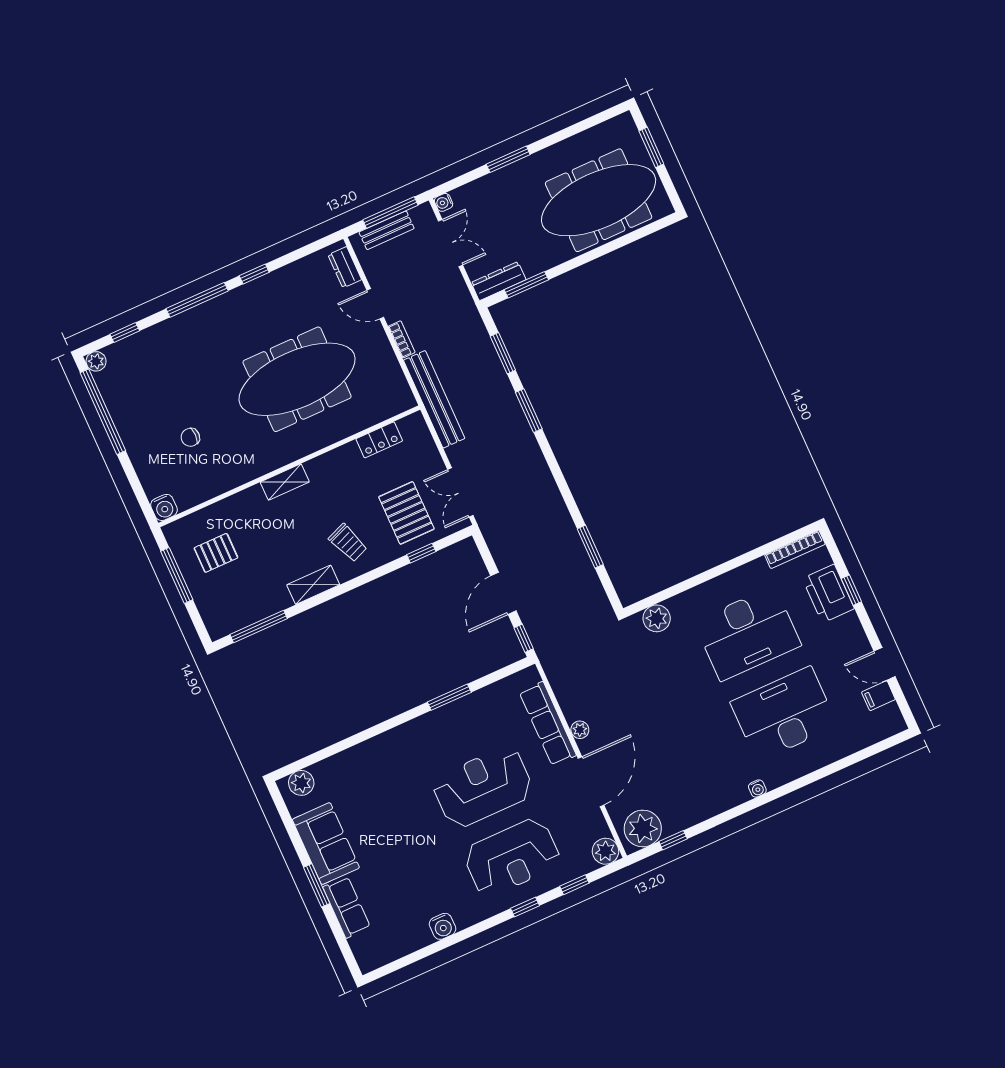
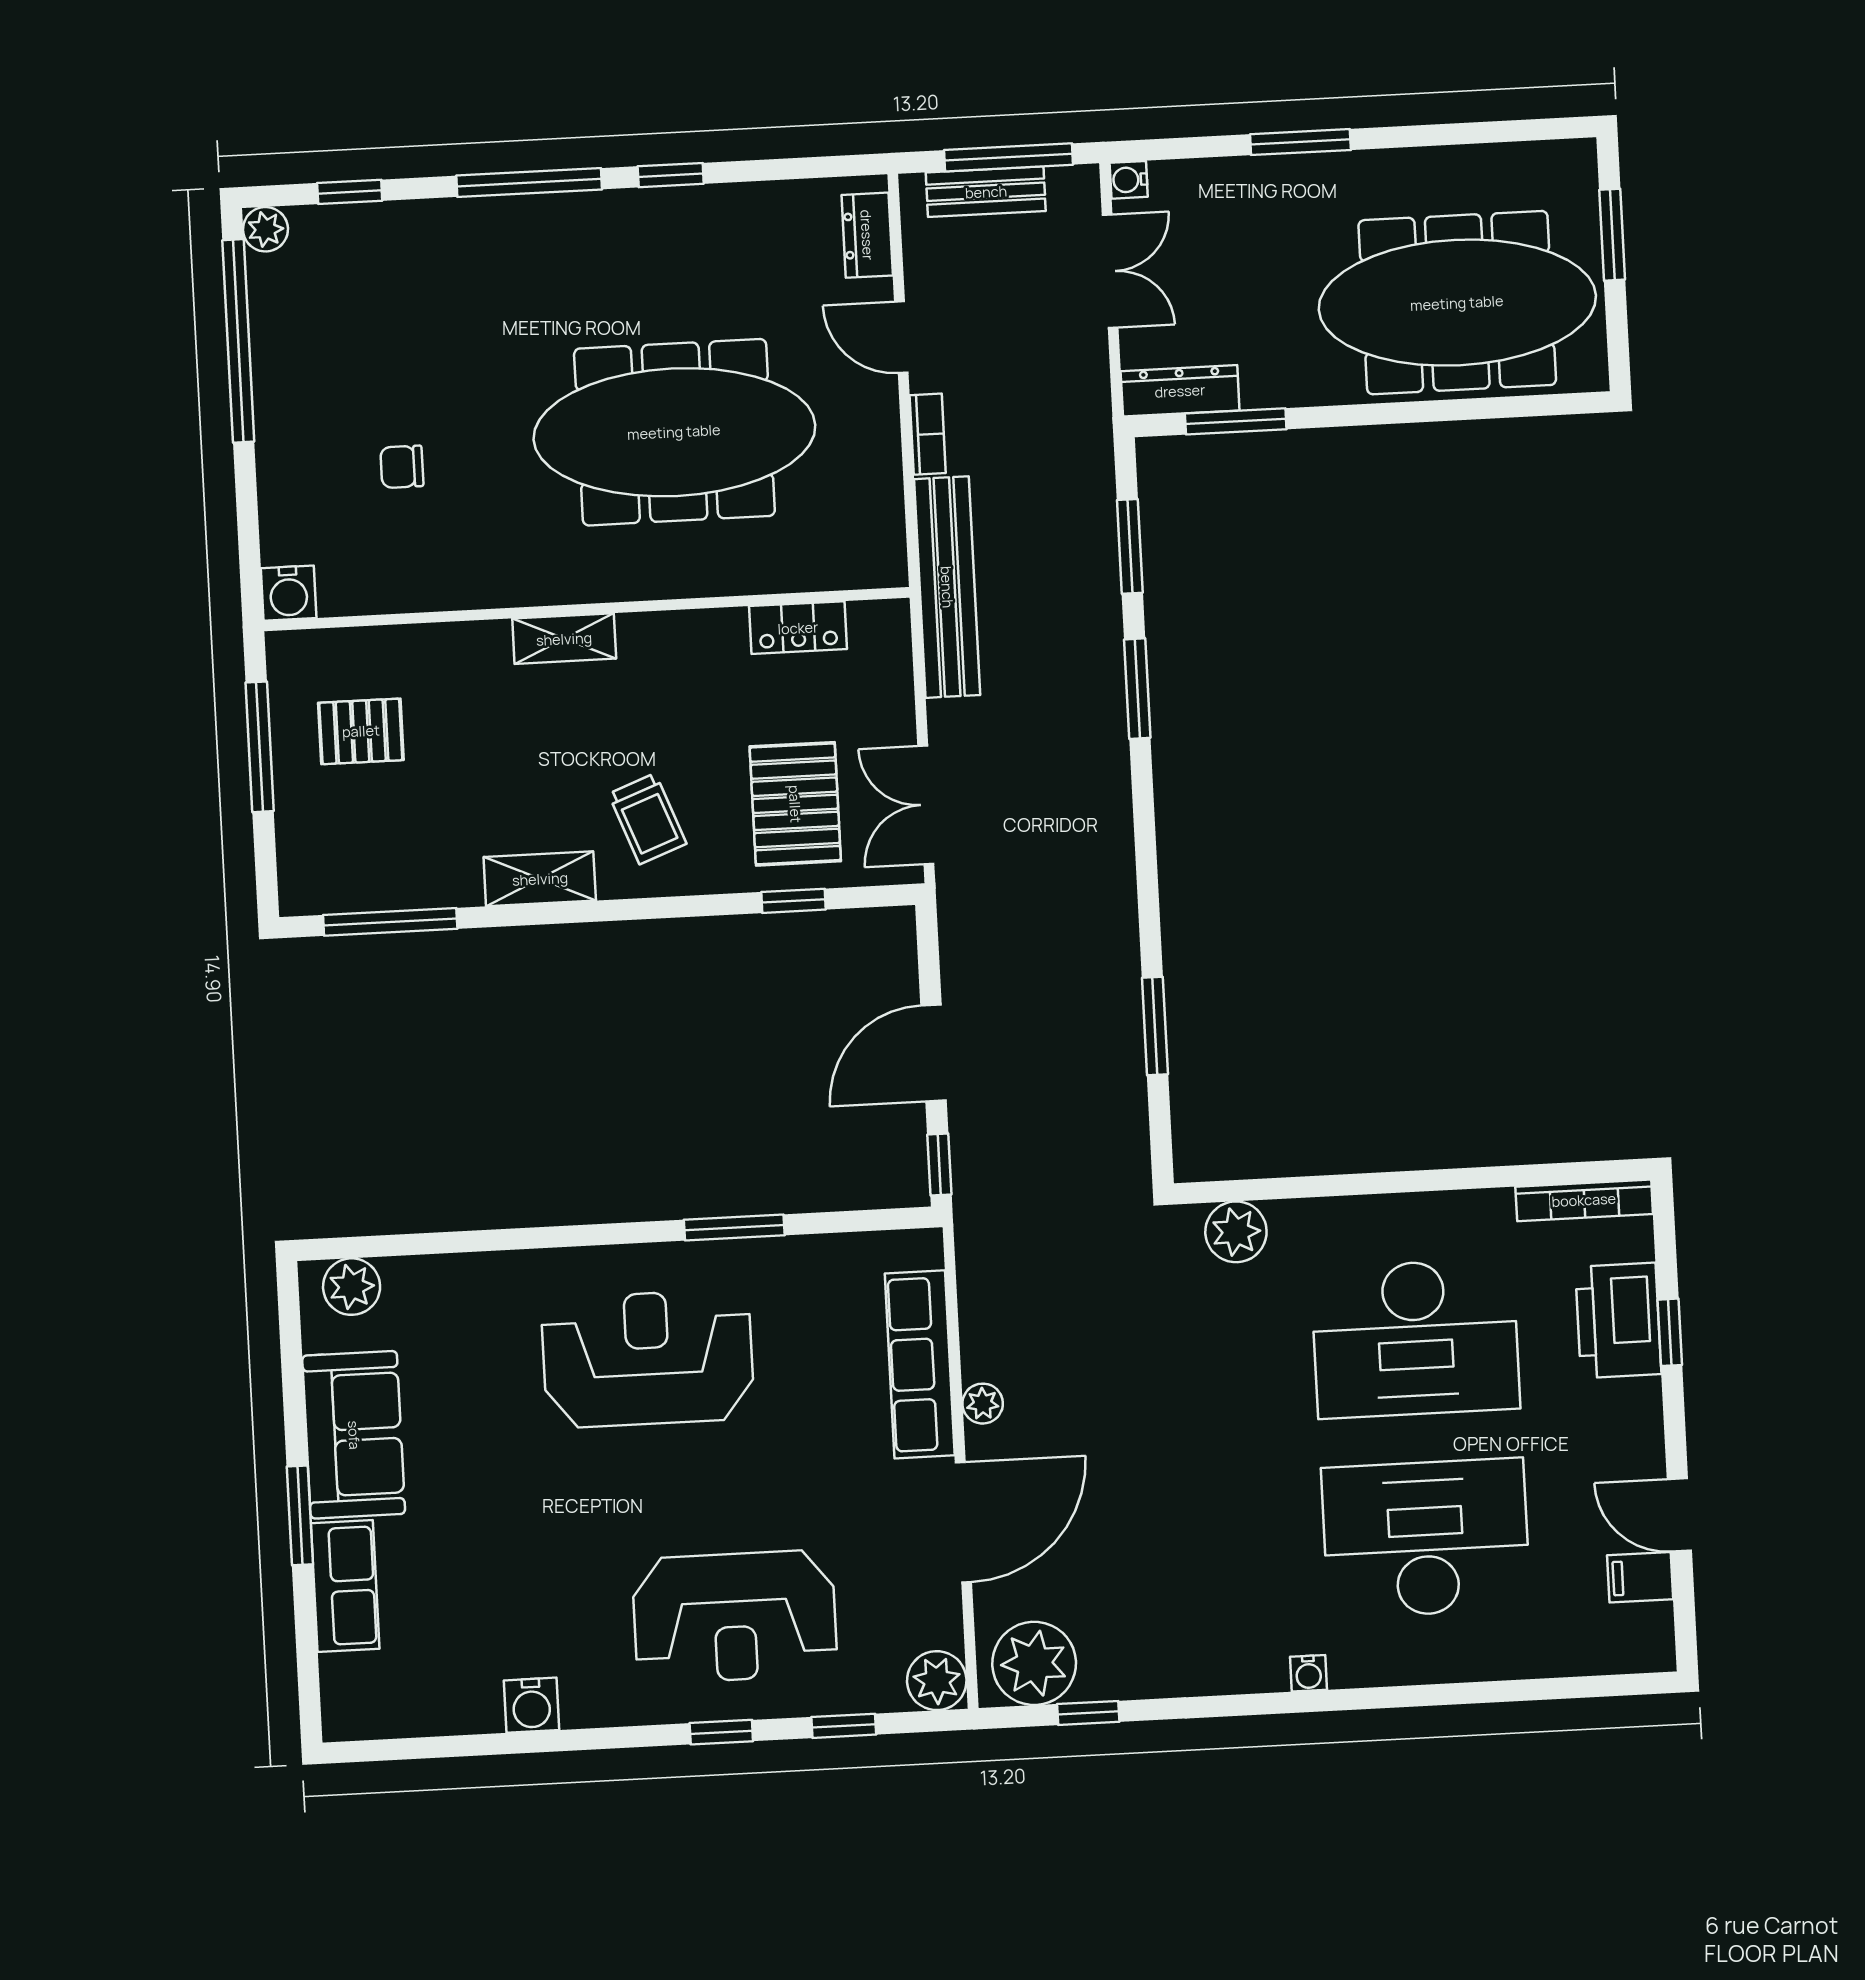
reception desk: (483, 787) -> (648, 1359), moved

